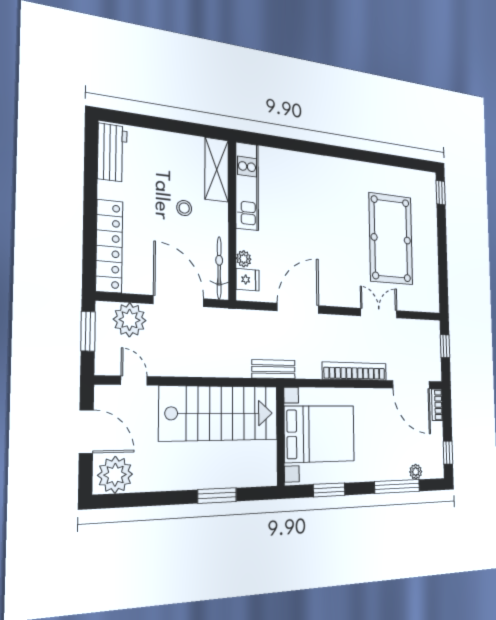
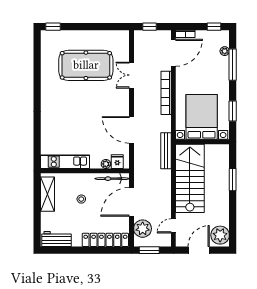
shelving: (217, 170) -> (48, 194), moved, turned 90
bench: (274, 369) -> (166, 151), width x1.36

